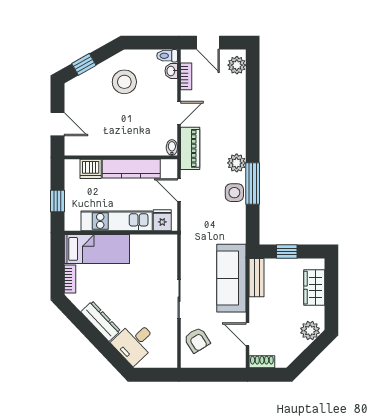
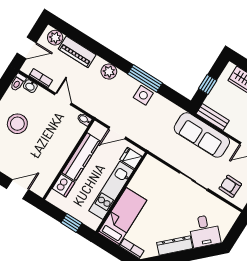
piano: (190, 148) -> (77, 52), moved, turned 180
plant: (237, 163) -> (109, 72), moved
armchair: (197, 340) -> (230, 186), turned -147

